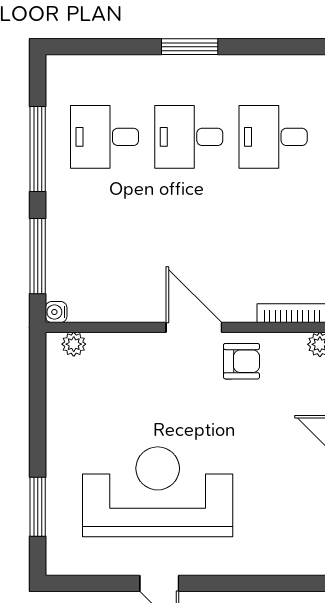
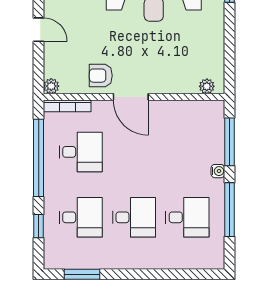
window: (190, 47) -> (82, 274), moved
desk: (273, 240) -> (81, 152), added
water cooler: (56, 312) -> (218, 171), moved

